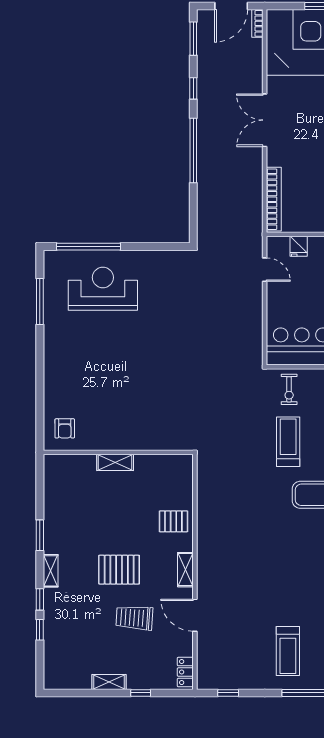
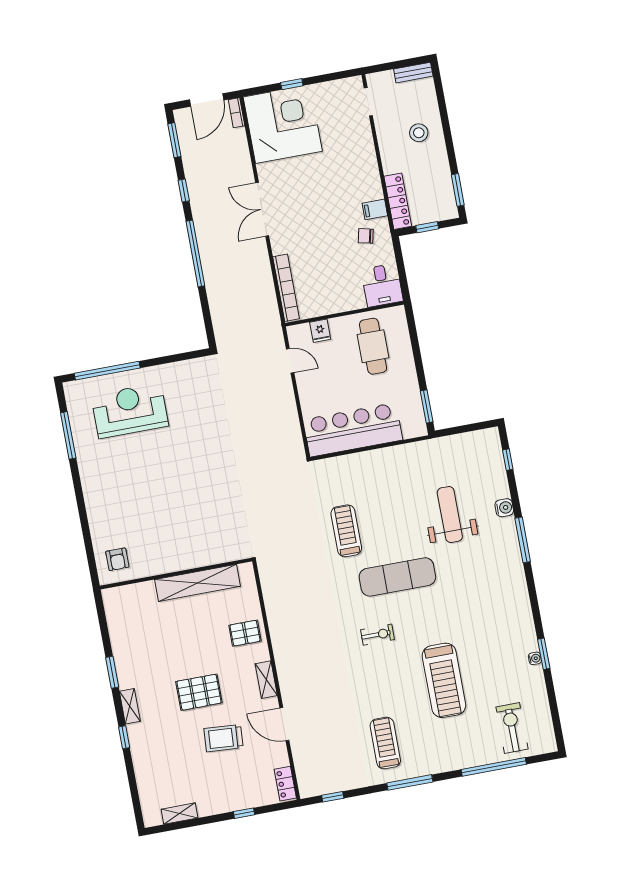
exercise bike: (289, 389) -> (377, 635), moved, turned -90
shelving: (115, 462) -> (198, 583), width x2.20, depth x1.33
window: (40, 630) -> (130, 768), removed
treadmill: (288, 651) -> (385, 743), turned 180
shelving: (109, 682) -> (180, 814), moved

